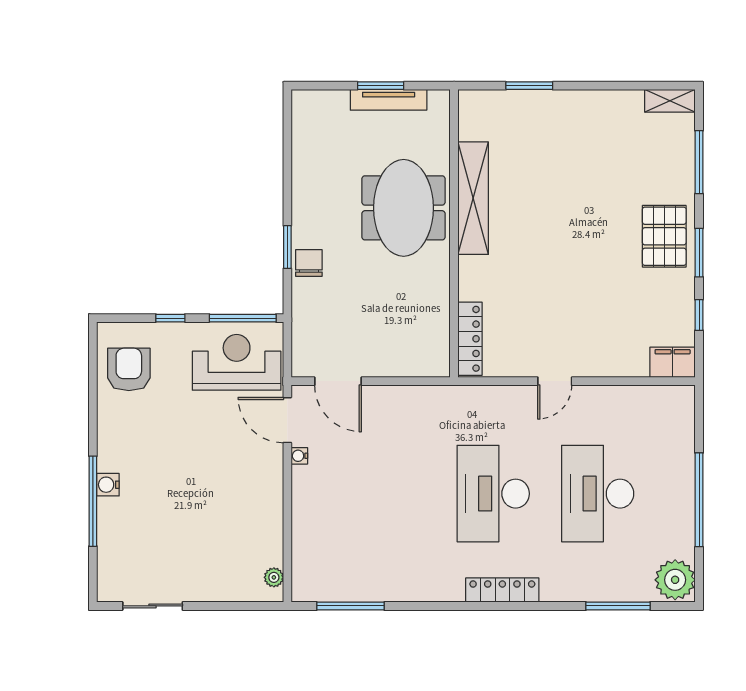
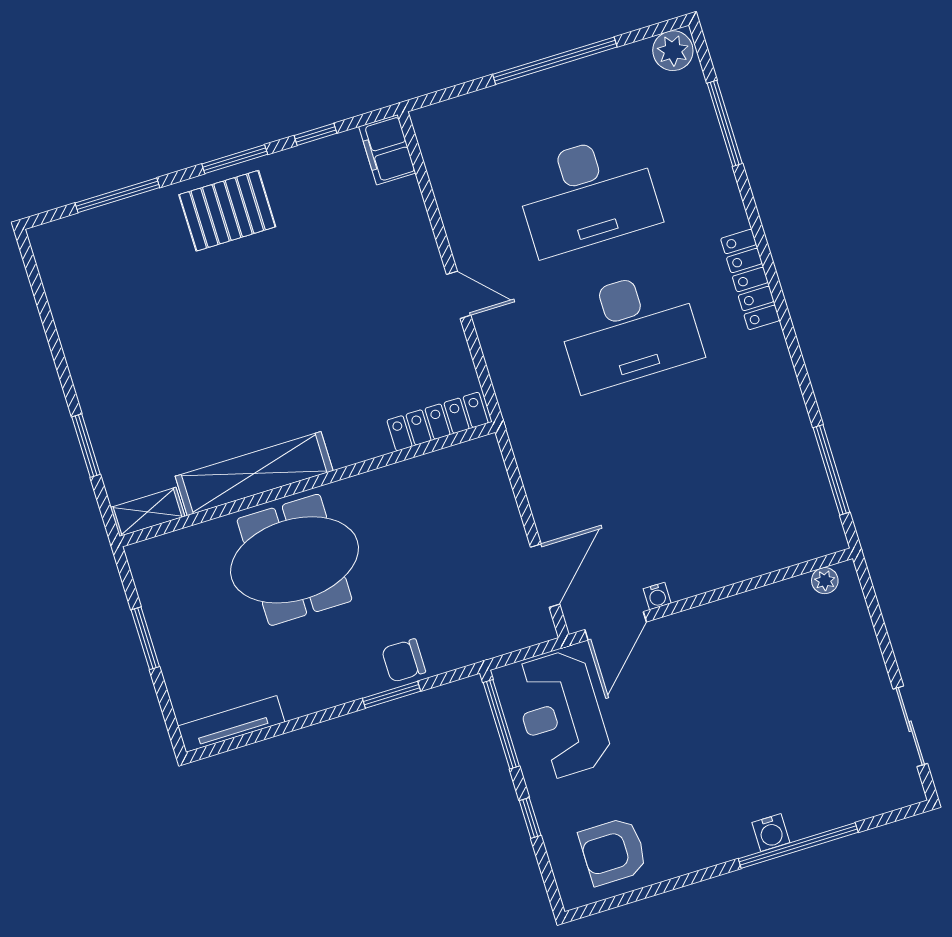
tv unit: (389, 100) -> (231, 724), moved, turned -90
shelving: (670, 101) -> (148, 512), moved, turned 90
plant: (675, 580) -> (673, 51), width x0.73, depth x0.73

